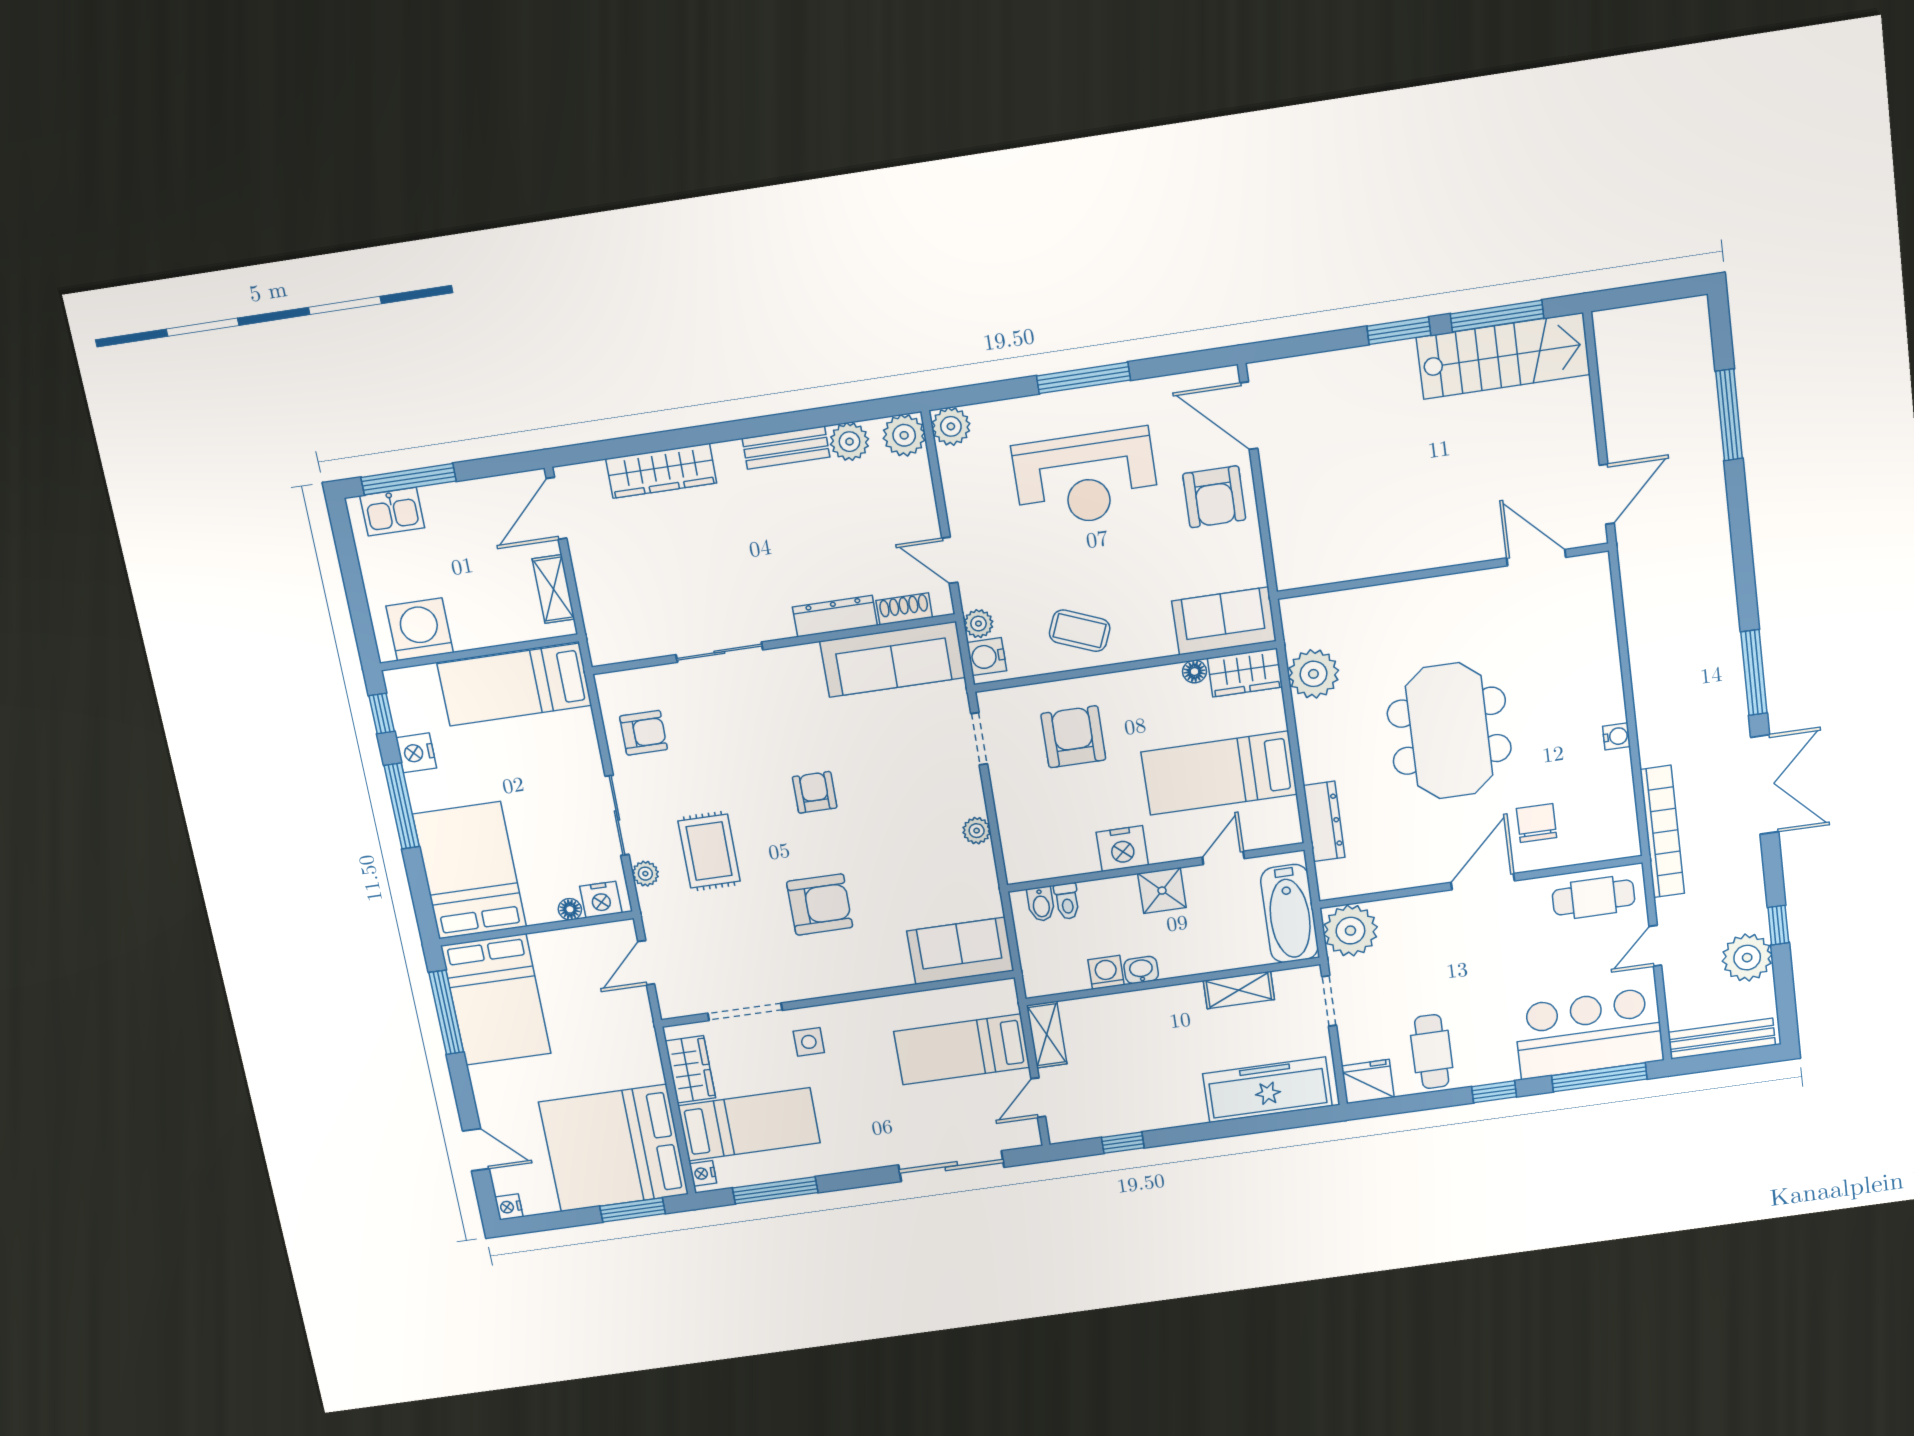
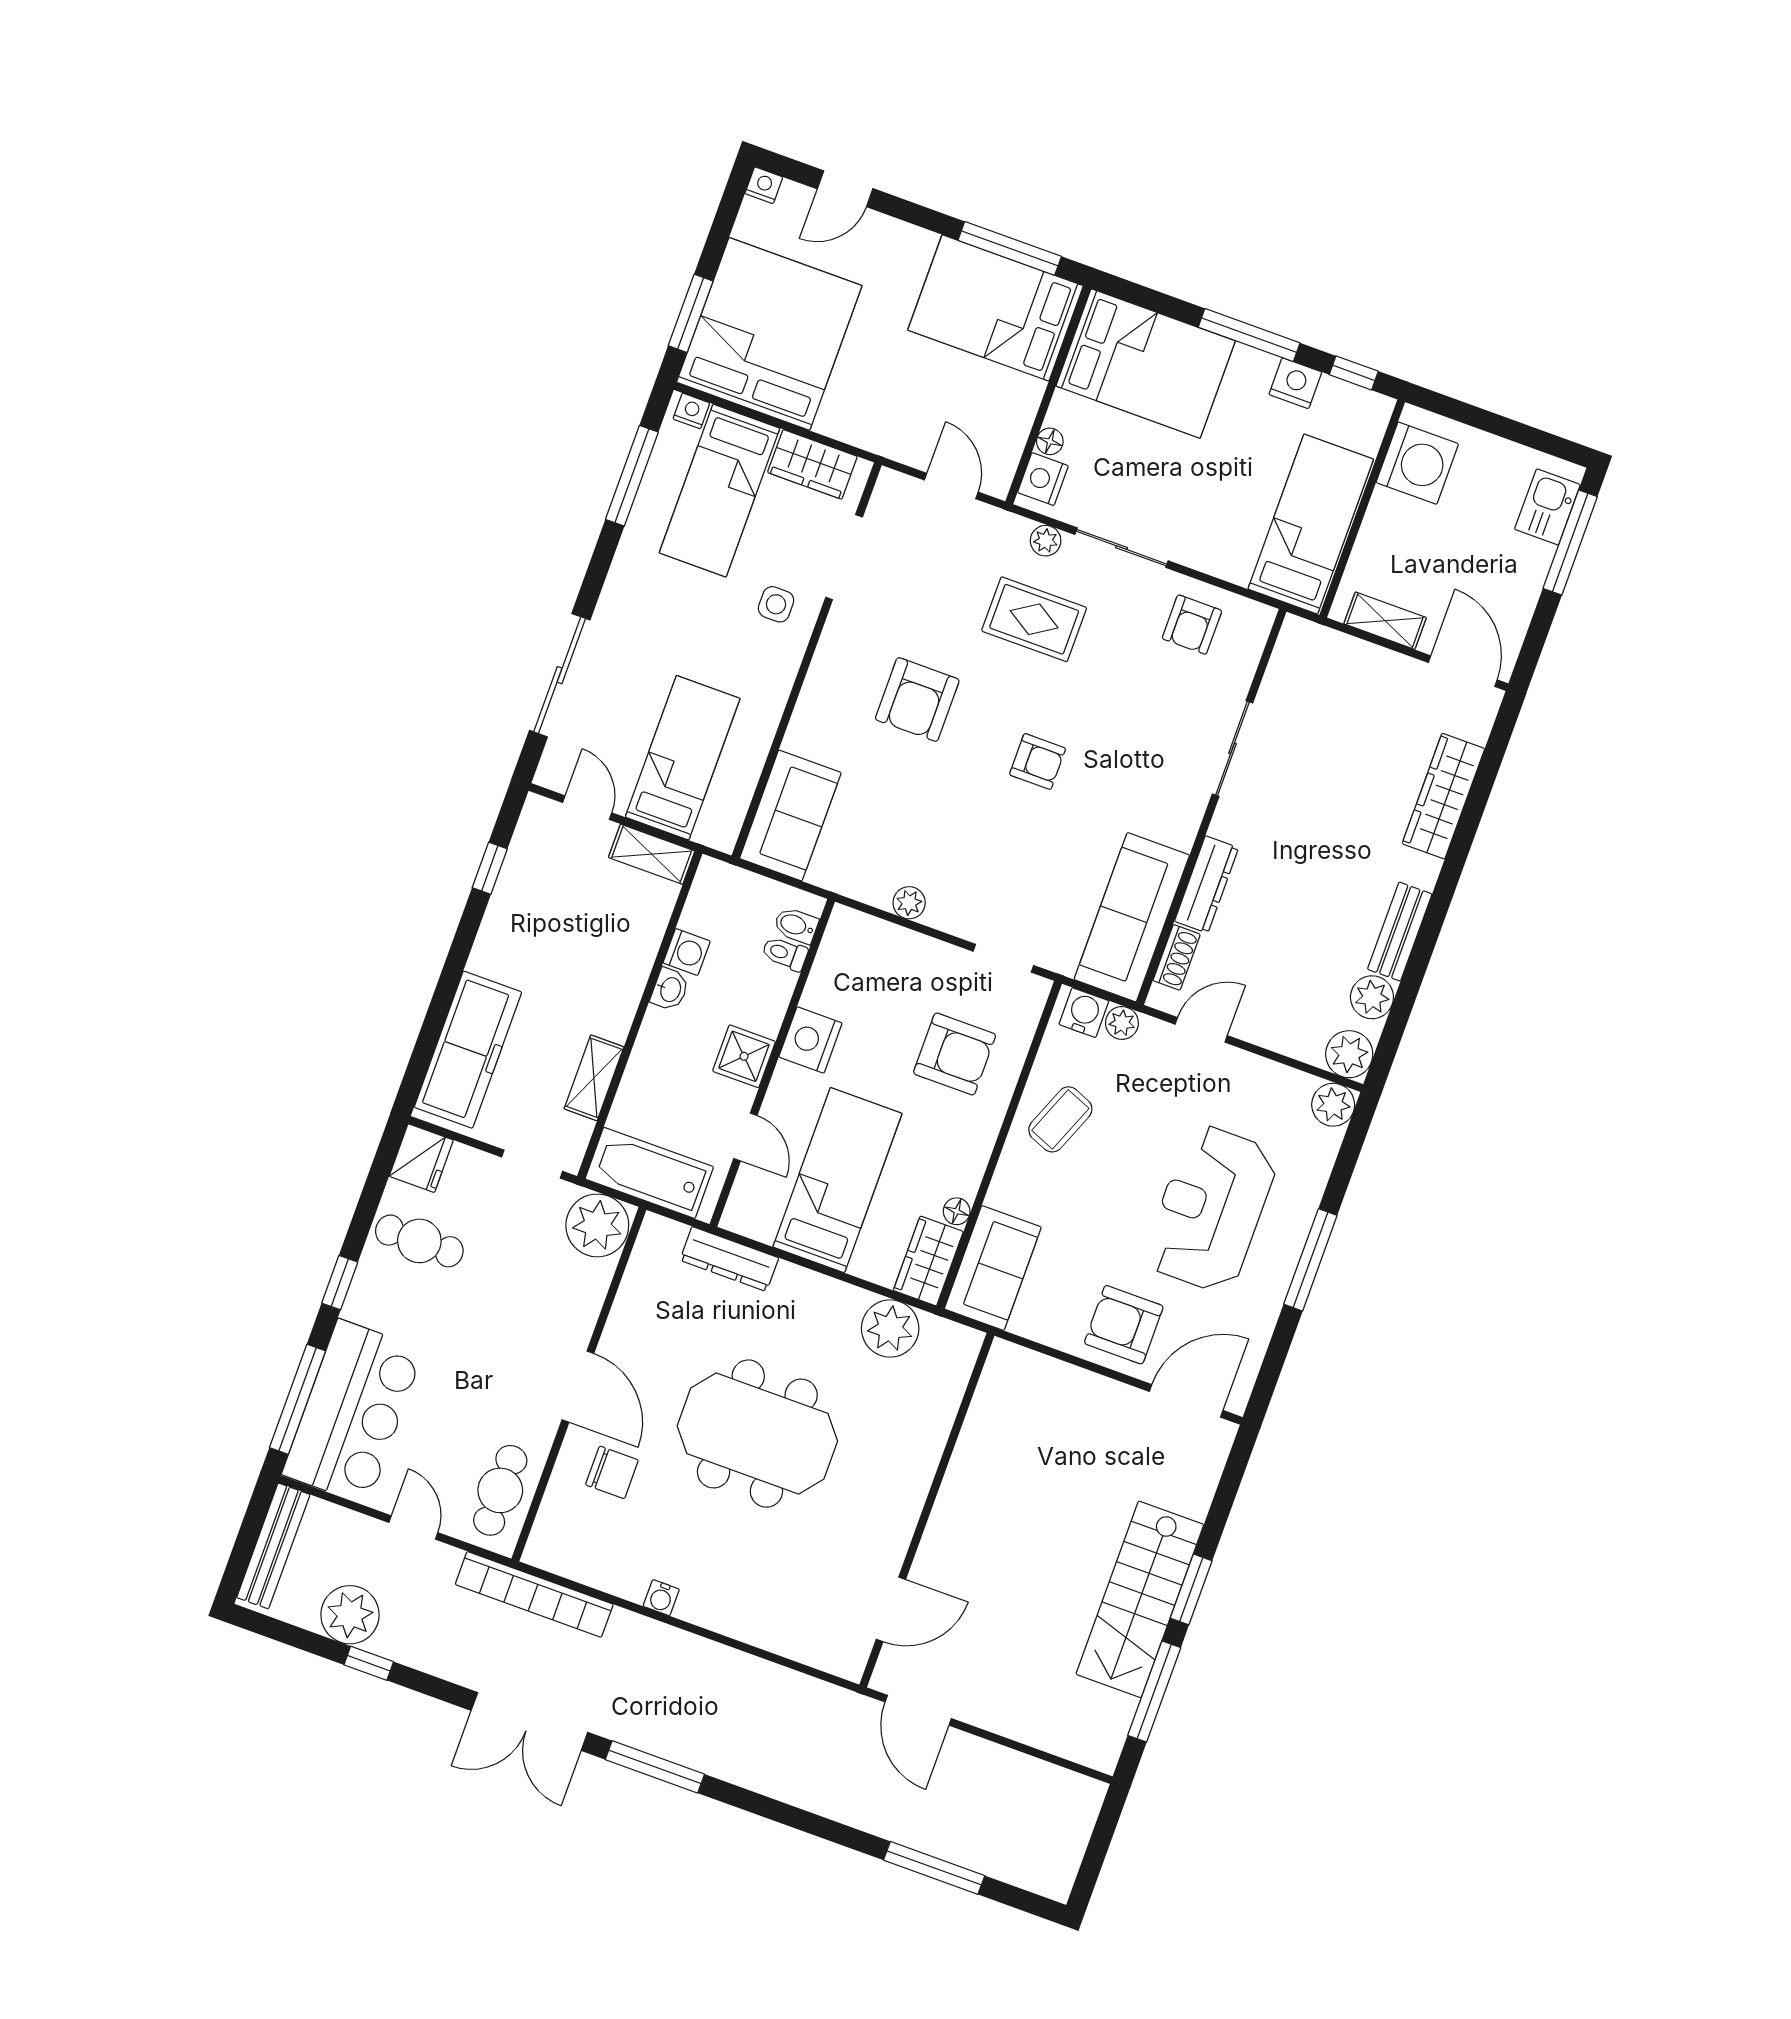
stairs: (1503, 356) -> (1140, 1599), moved

